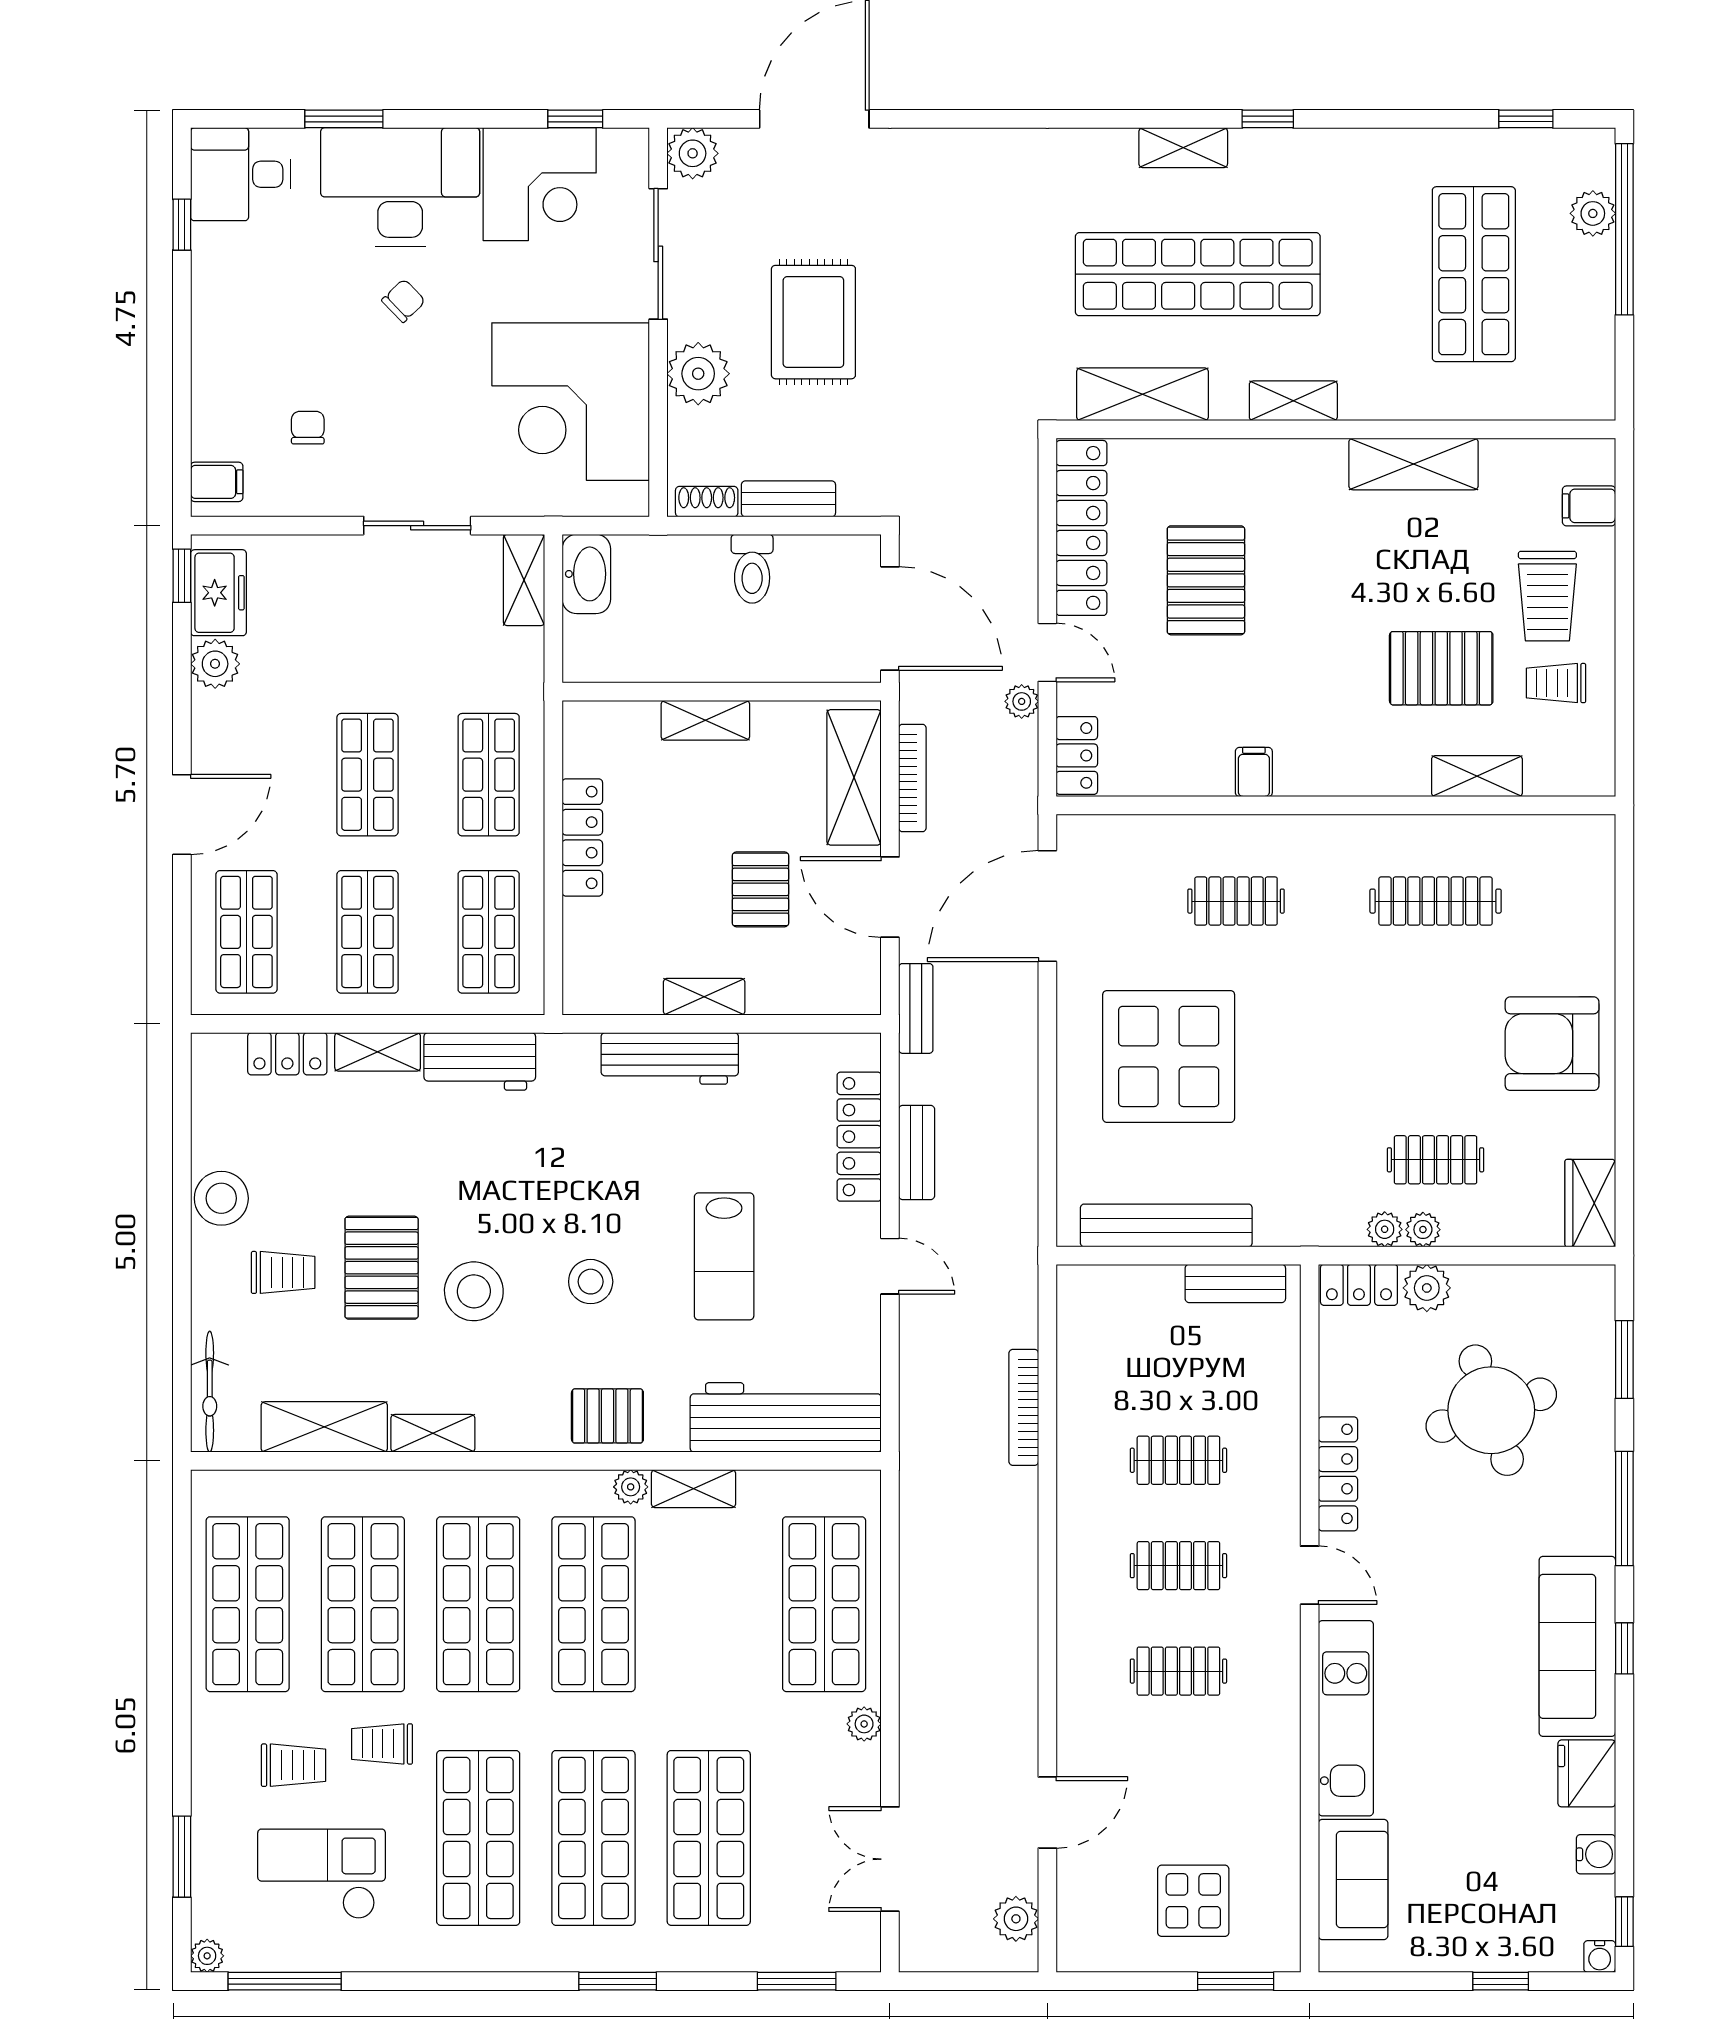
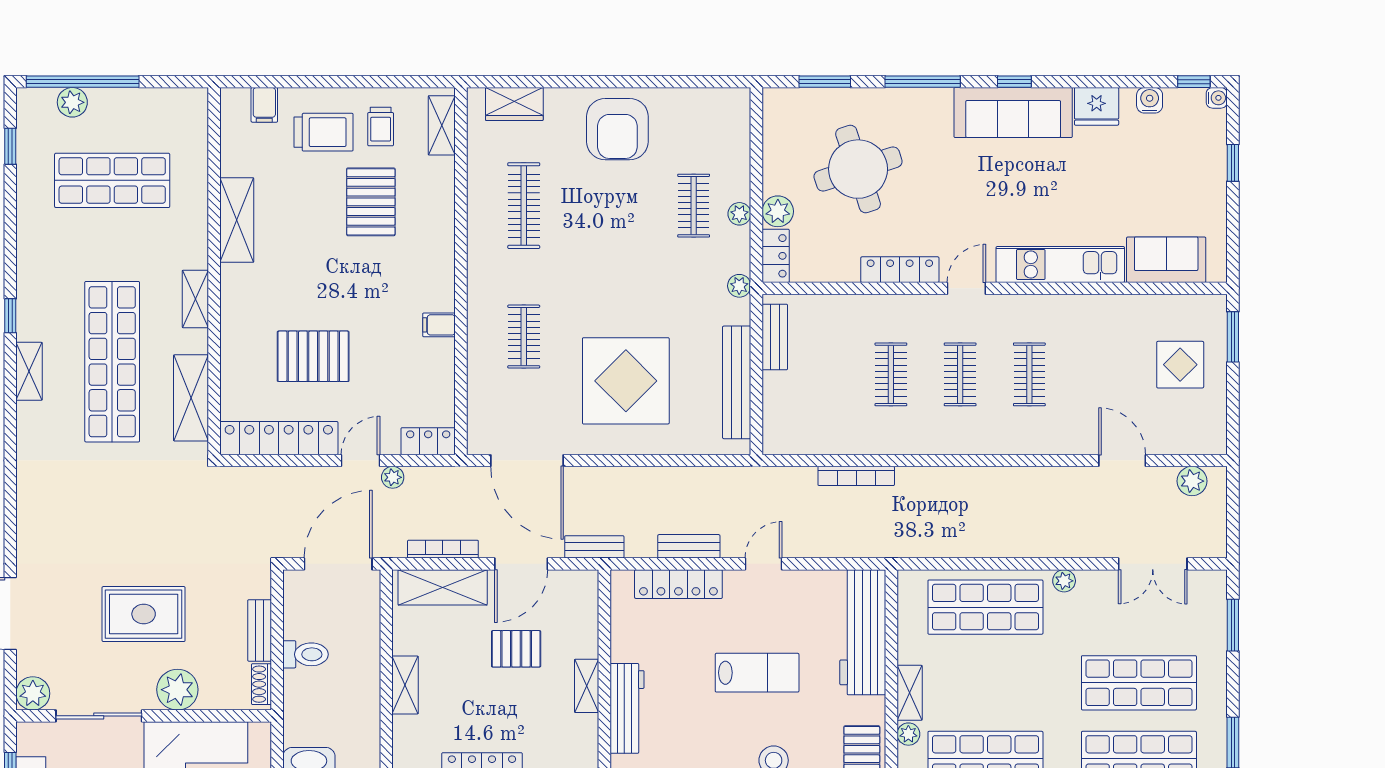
shelving: (1477, 776) -> (442, 125), moved
wardrobe: (1590, 1203) -> (514, 104), moved
plant: (1385, 1229) -> (739, 286), moved

